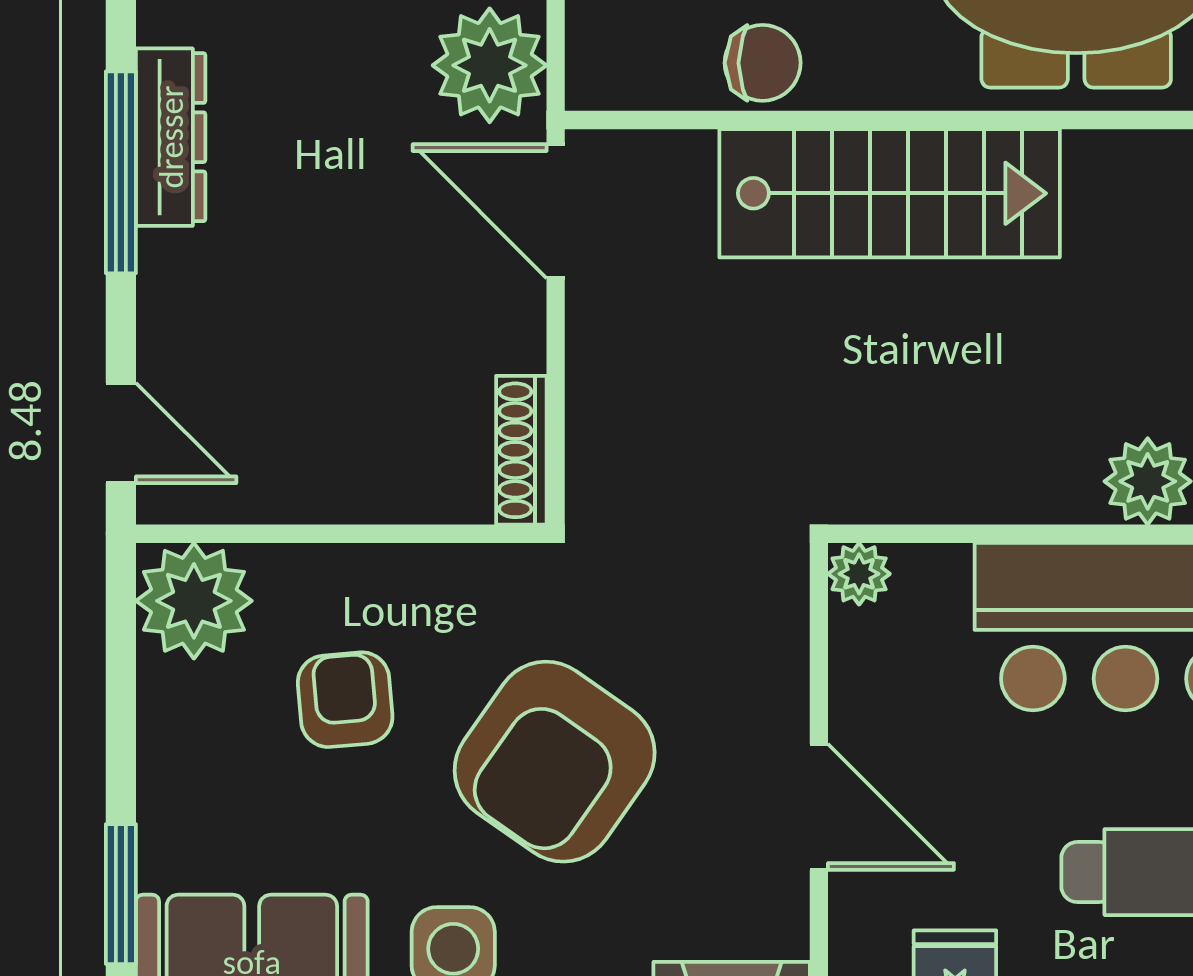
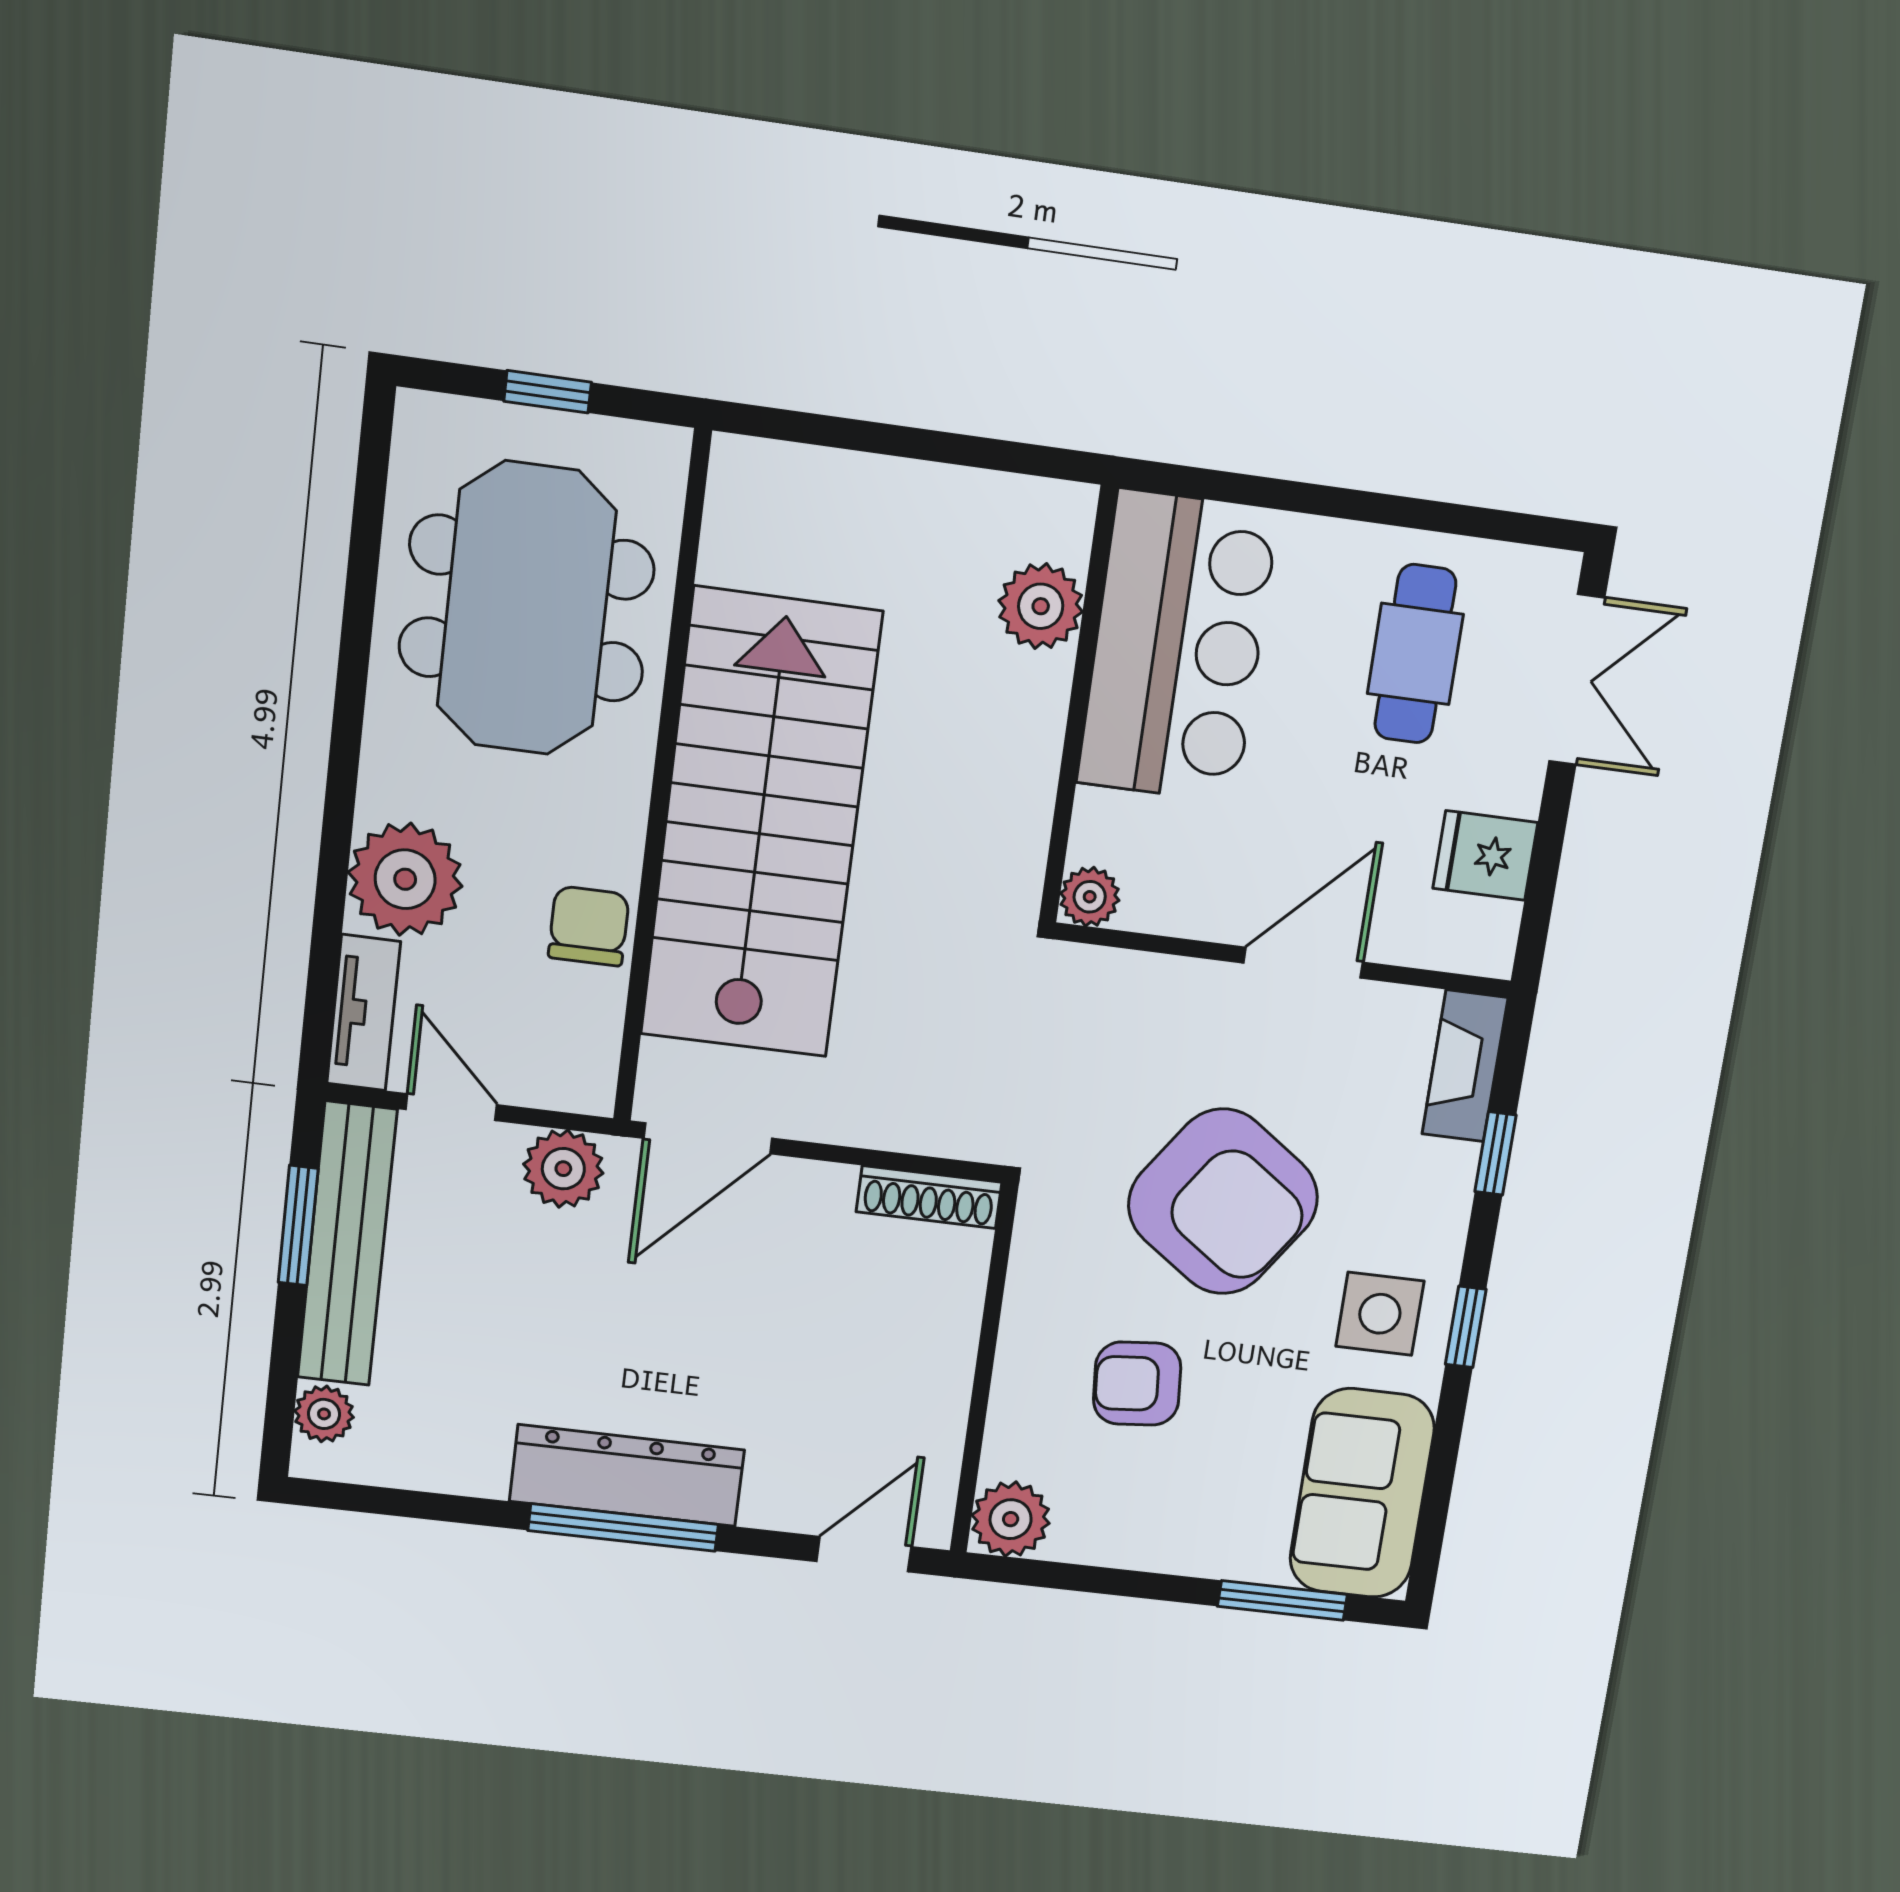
plant: (490, 65) -> (563, 1169), width x0.73, depth x0.73
dresser: (171, 137) -> (627, 1476), width x1.37, depth x1.24
stairs: (890, 193) -> (761, 825), width x1.36, depth x1.51
plant: (194, 601) -> (1011, 1519), width x0.73, depth x0.73

